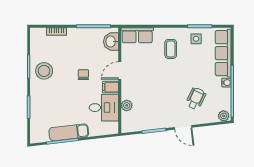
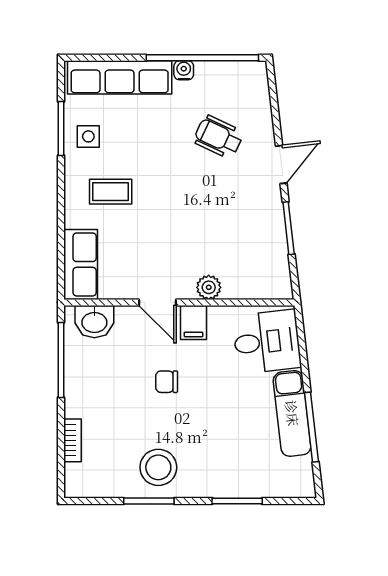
plant: (127, 105) -> (209, 287), moved
desk: (104, 108) -> (267, 342), moved, turned 83
plant: (224, 116) -> (256, 76), removed

